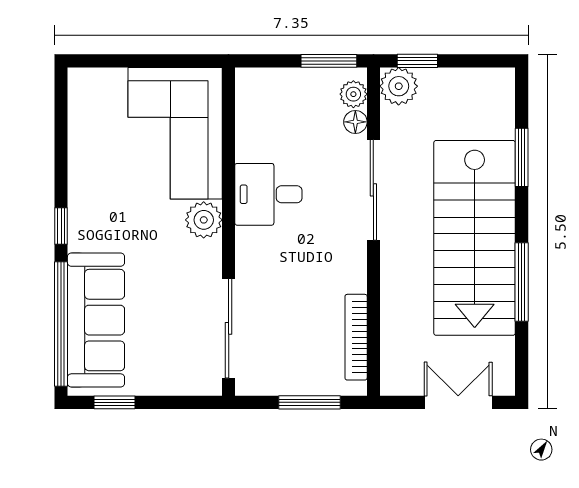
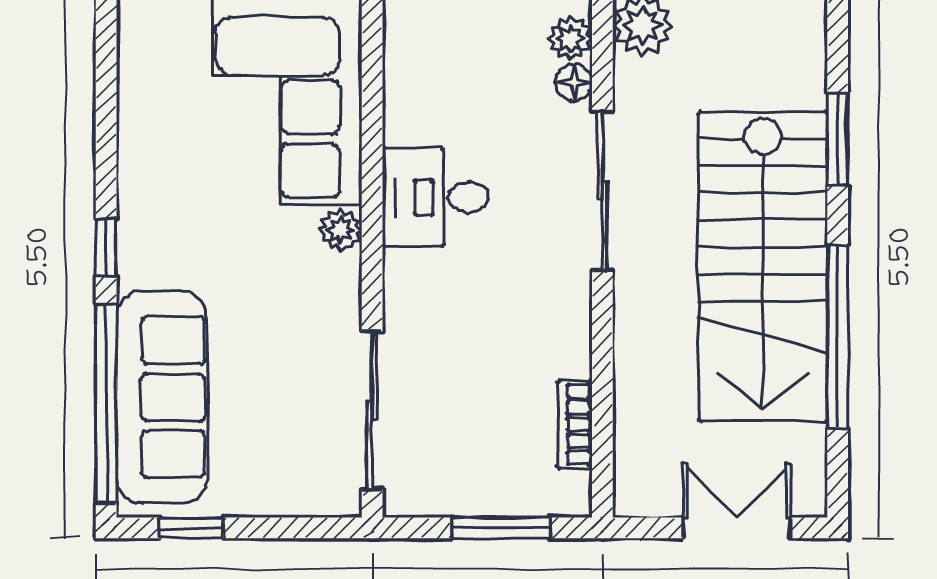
plant: (204, 220) -> (341, 230), width x0.73, depth x0.73
window: (522, 282) -> (838, 337), width x1.46
bookcase: (356, 337) -> (575, 424), width x0.64

